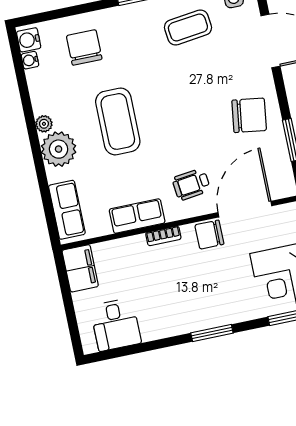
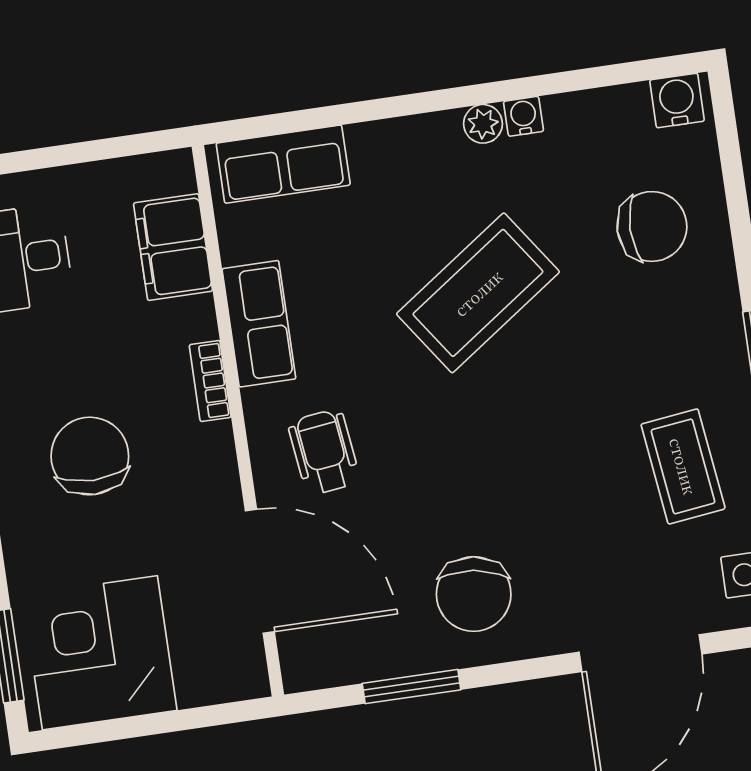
water cooler: (30, 60) -> (523, 116), moved
coffee table: (118, 121) -> (478, 293), turned -35
plant: (59, 149) -> (423, 154), removed
chair: (209, 235) -> (90, 456), moved, width x1.37, depth x1.37
filing cabinet: (80, 268) -> (173, 247), moved, turned 90

